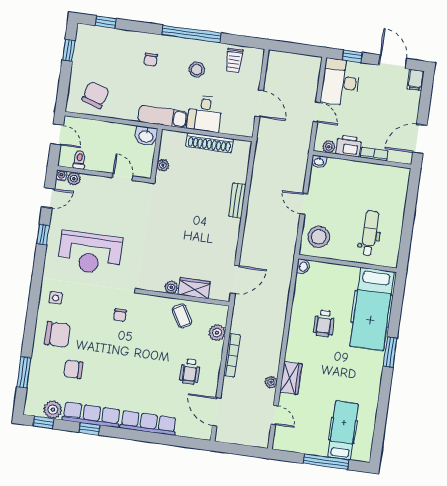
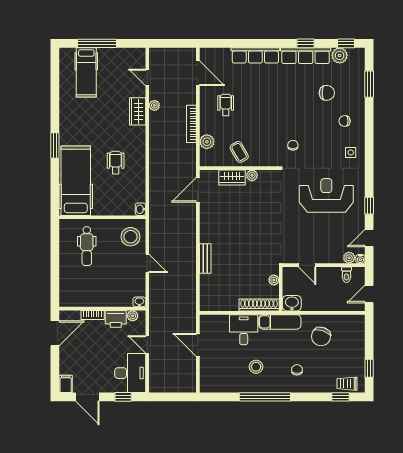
trolley: (234, 60) -> (347, 384), moved, turned -90
chair: (96, 95) -> (321, 336), moved
door: (57, 134) -> (369, 294), hinge flipped
shoe rack: (210, 143) -> (259, 305), moved
chair: (58, 334) -> (345, 121), width x0.54, depth x0.54

